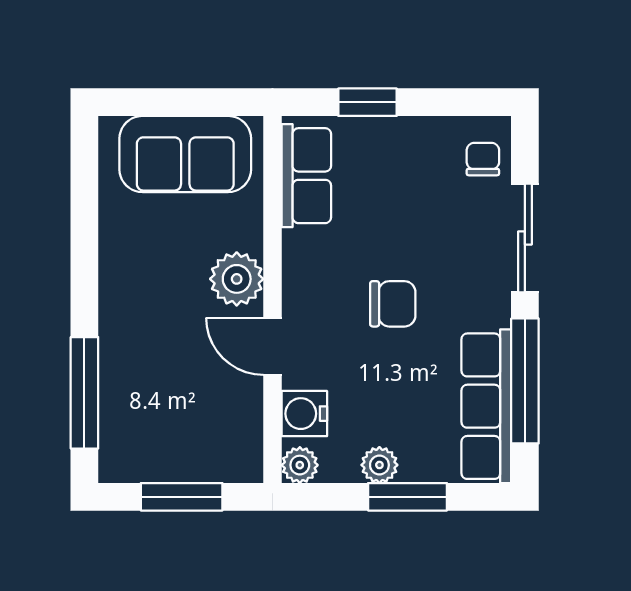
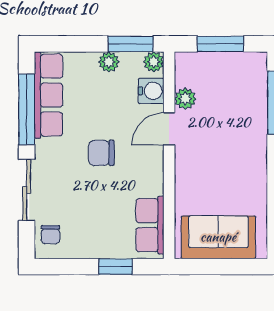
plant: (237, 279) -> (185, 99), moved, width x0.73, depth x0.73
door: (273, 346) -> (169, 129), swing flipped
window: (407, 497) -> (131, 44), moved

